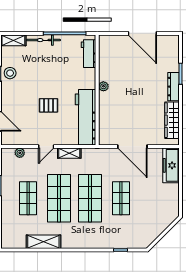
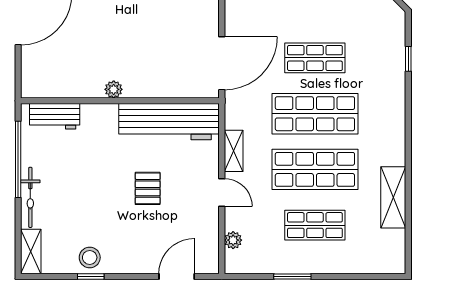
door: (132, 146) -> (222, 63), moved

